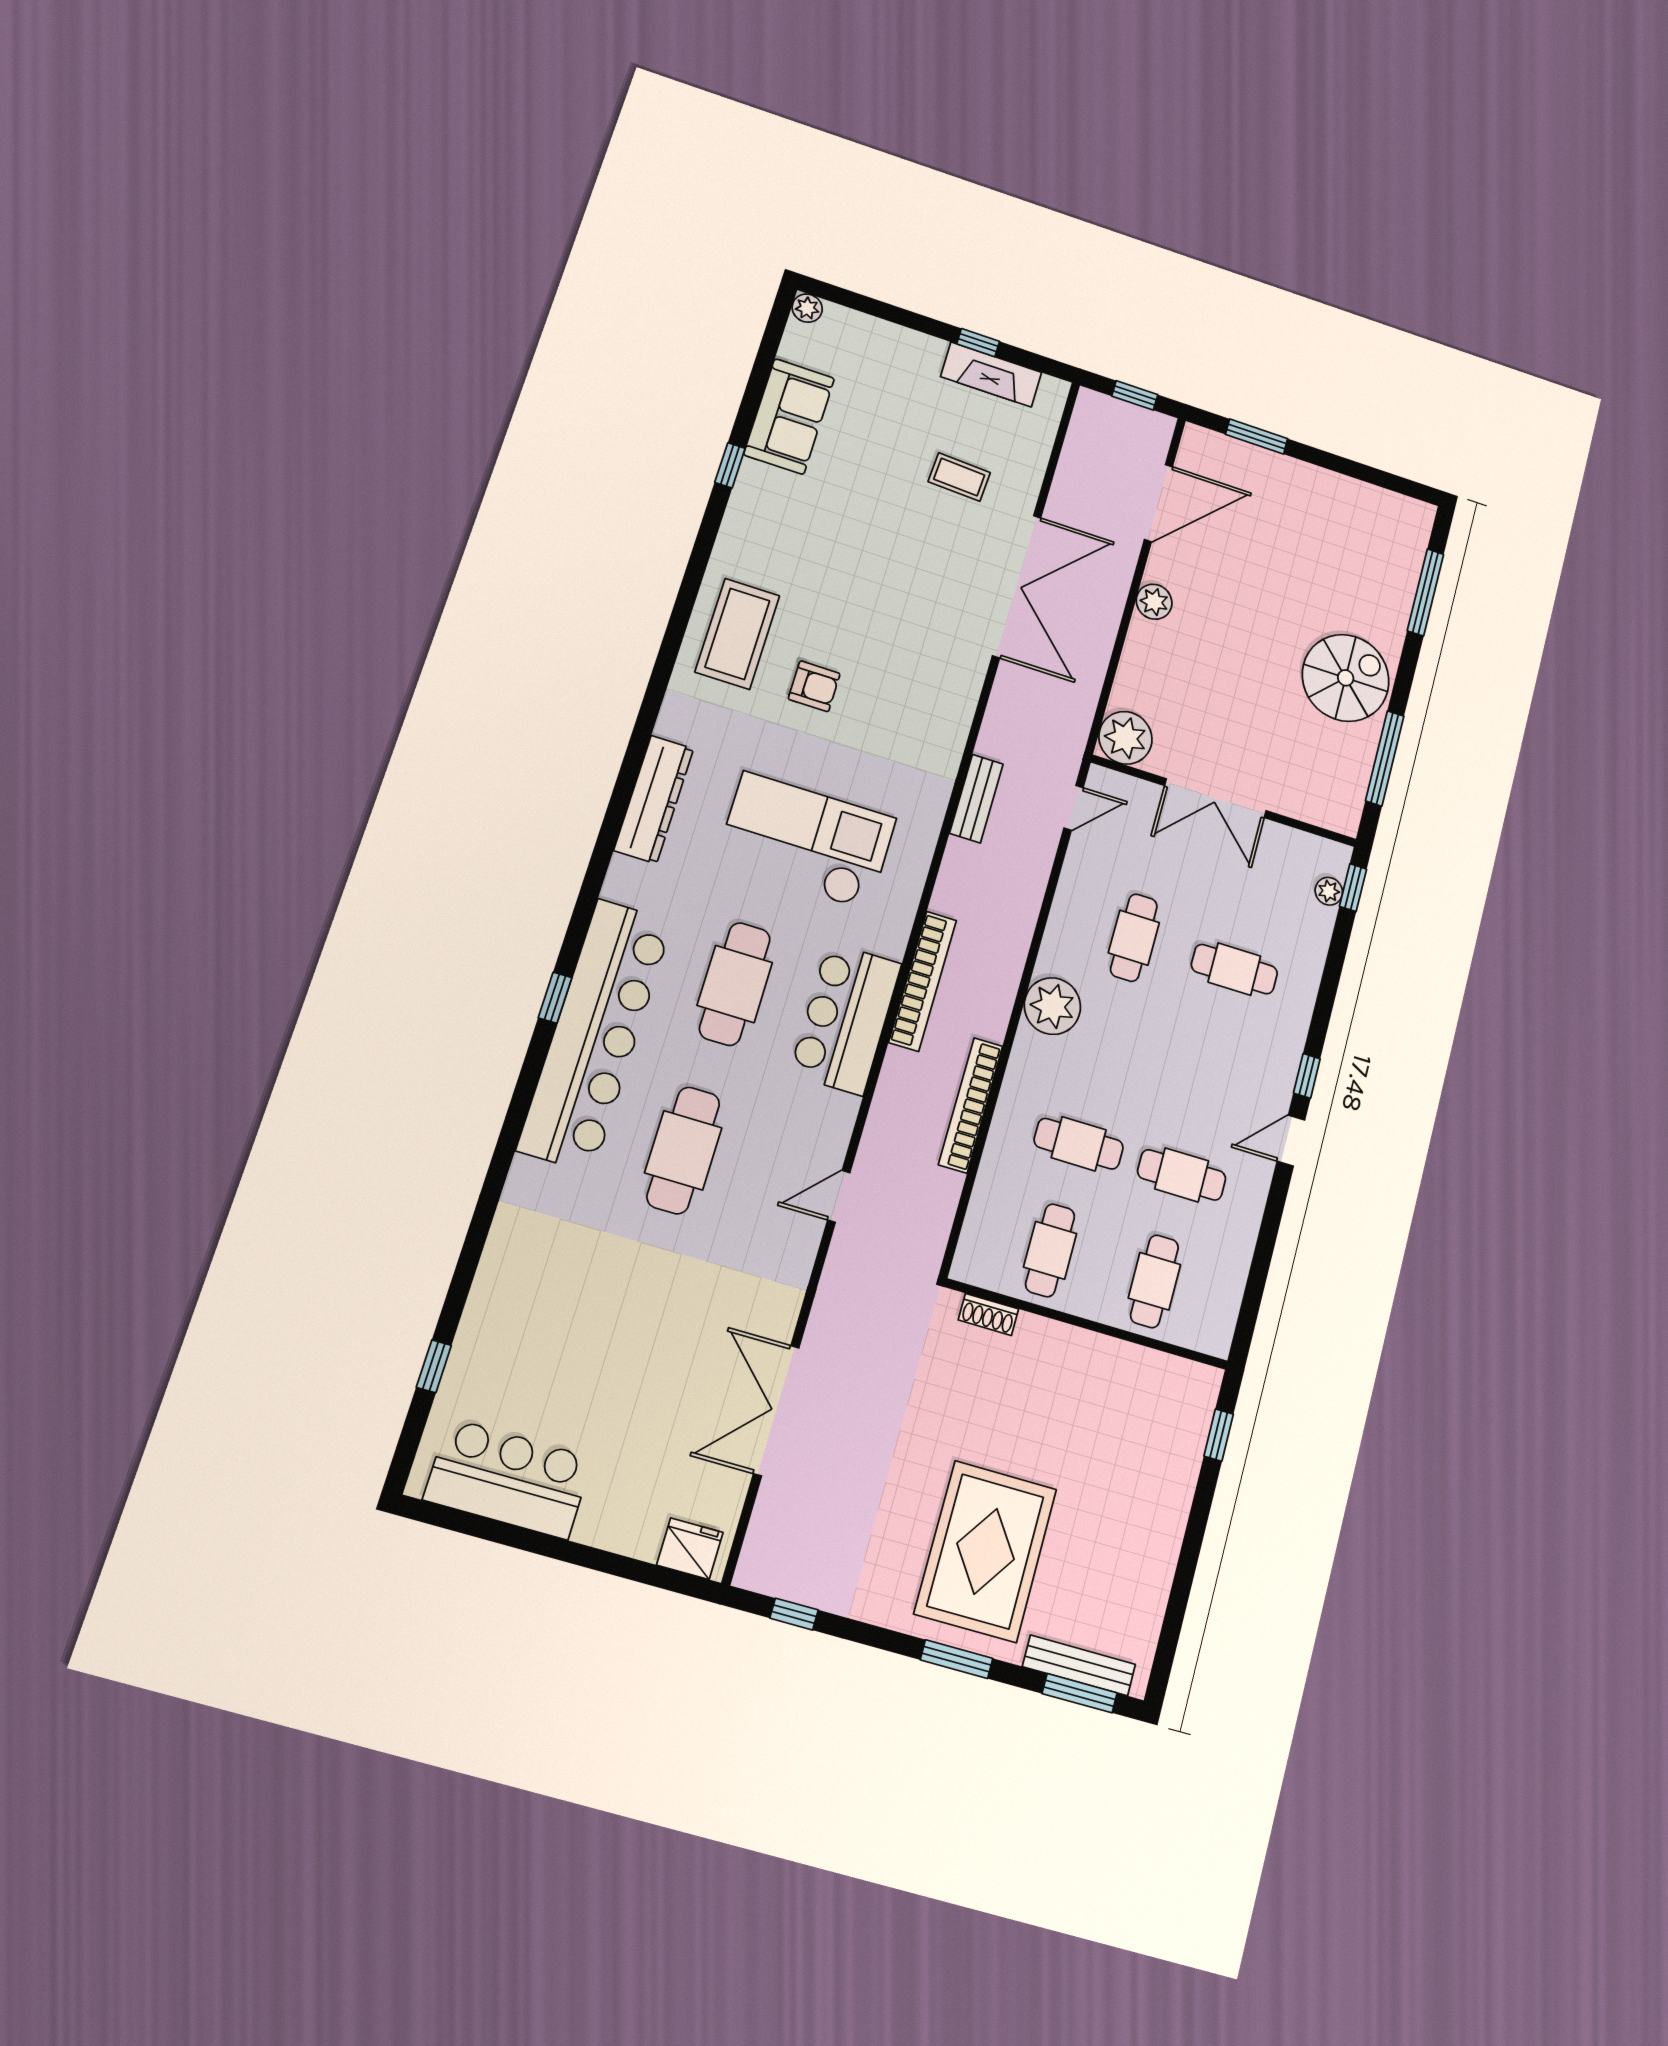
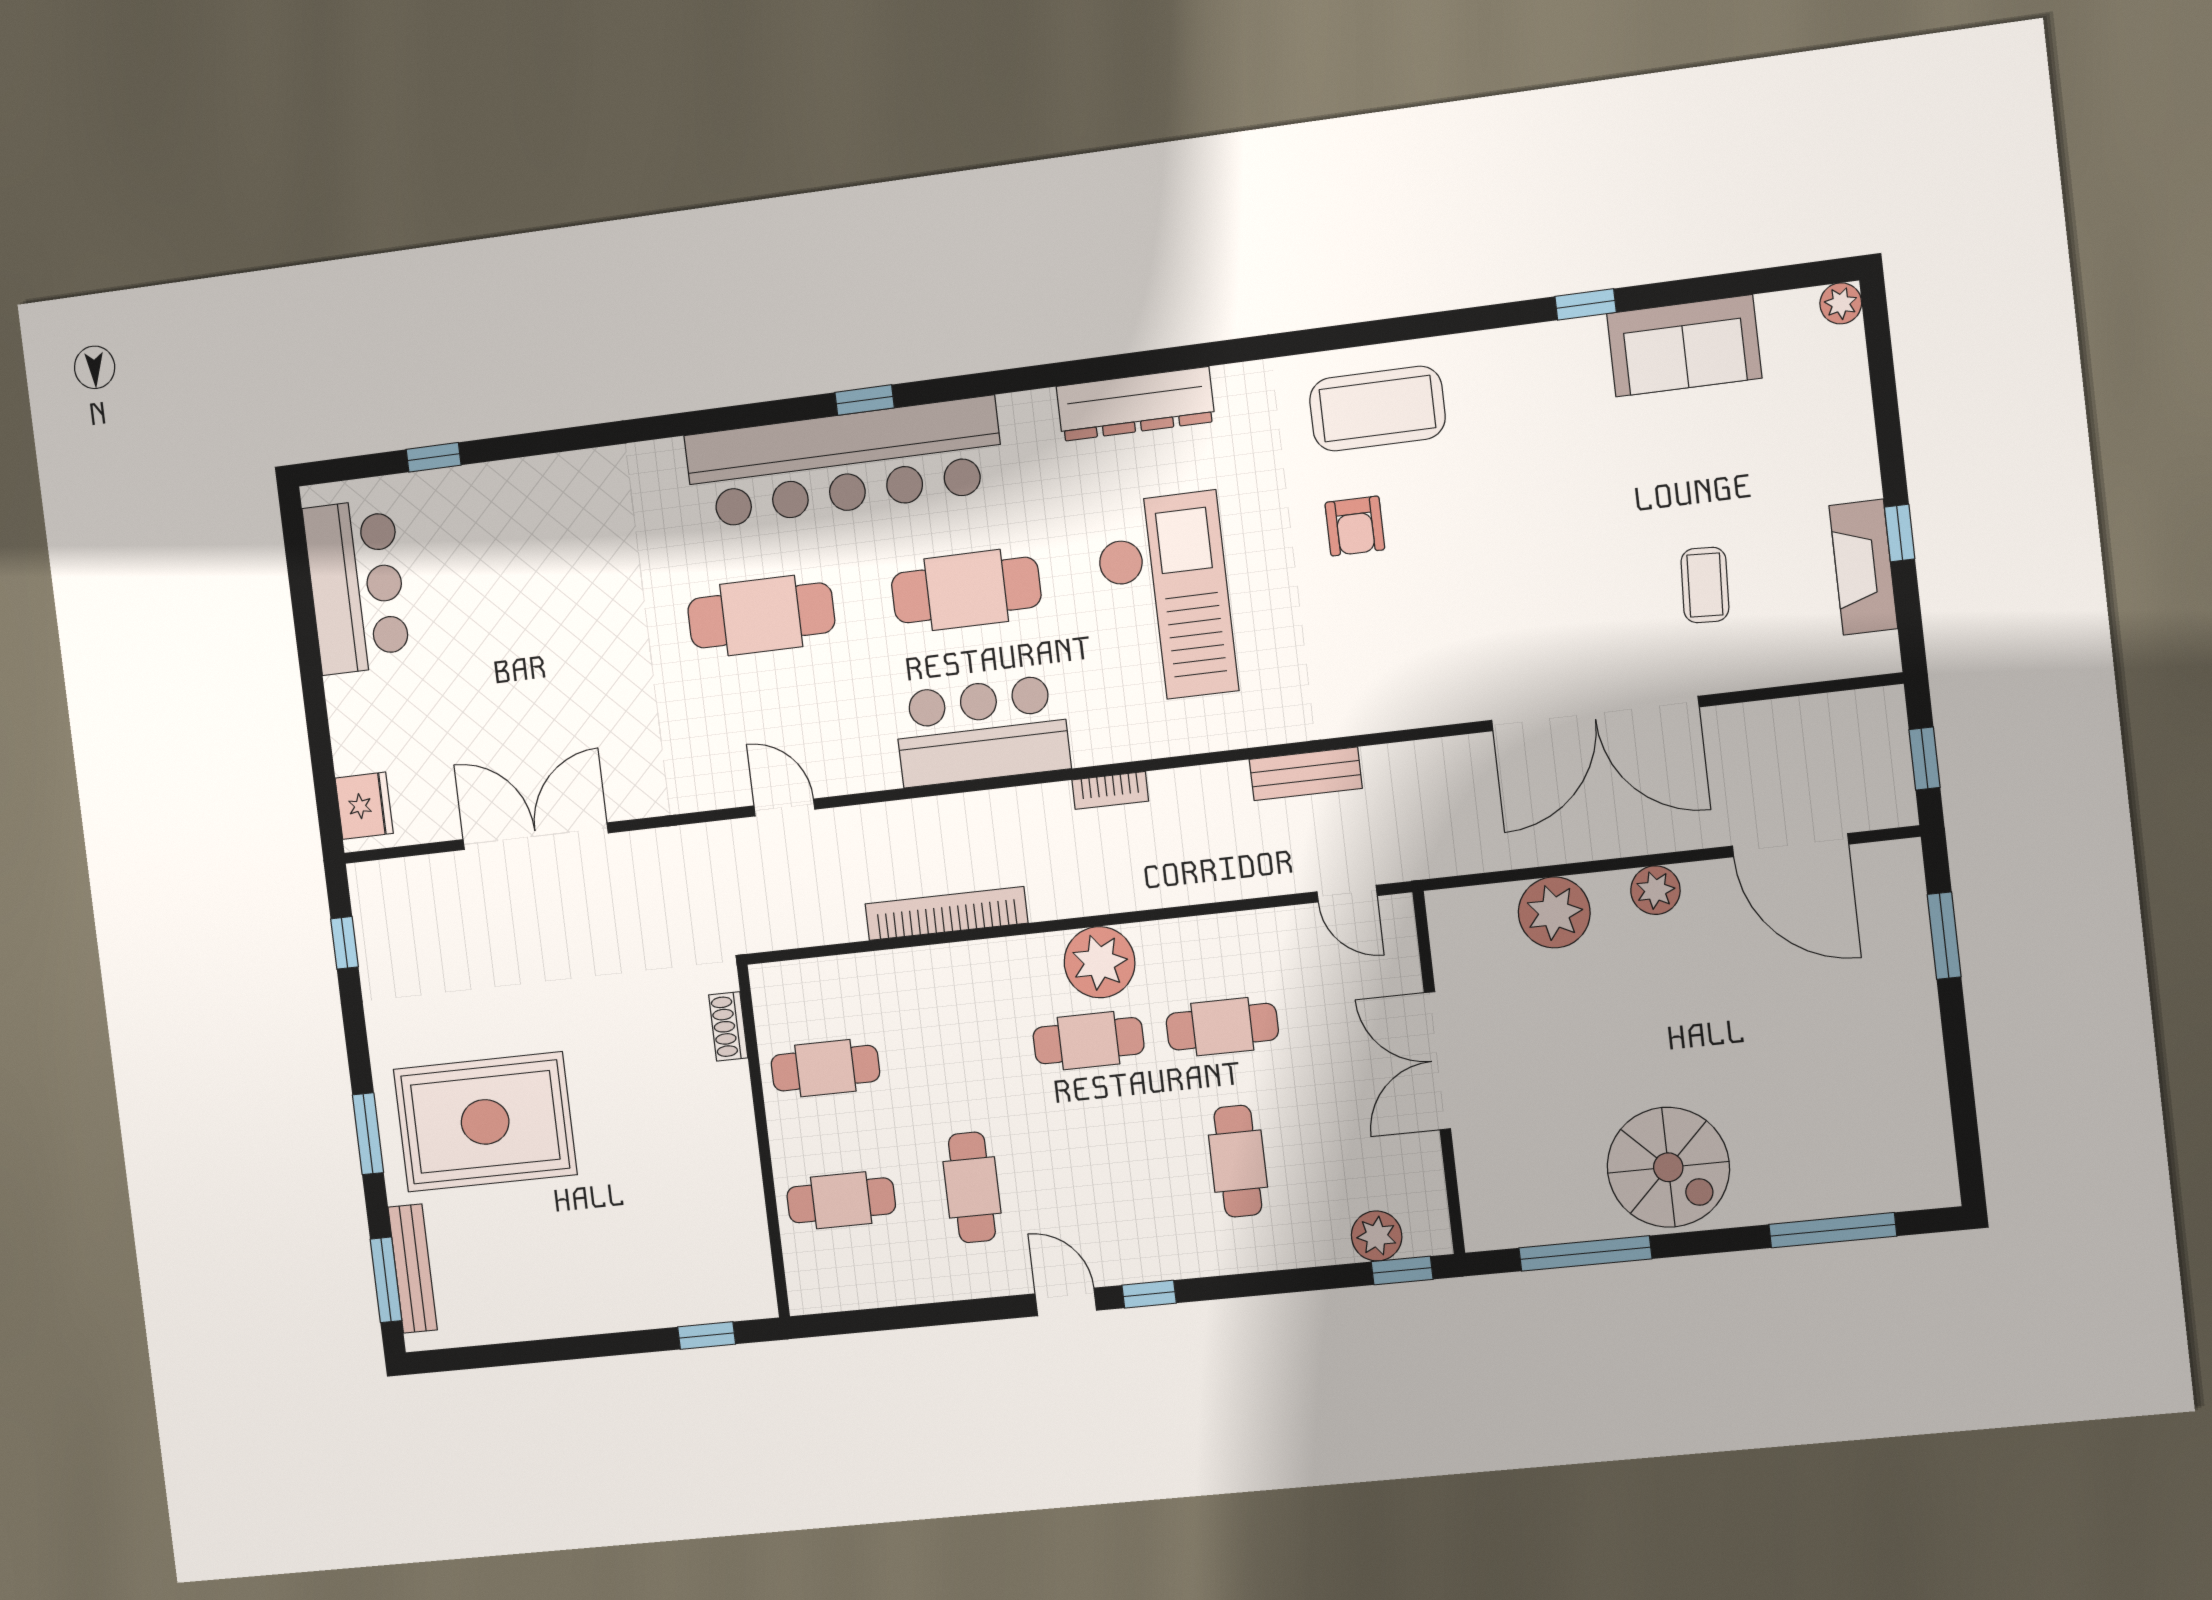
plant: (1125, 738) -> (1554, 912), moved
plant: (1329, 891) -> (1377, 1236), width x1.38, depth x1.38
bookcase: (923, 981) -> (1110, 790), width x0.43, depth x0.76
cafe table: (1079, 1144) -> (1088, 1041), moved, turned 90

